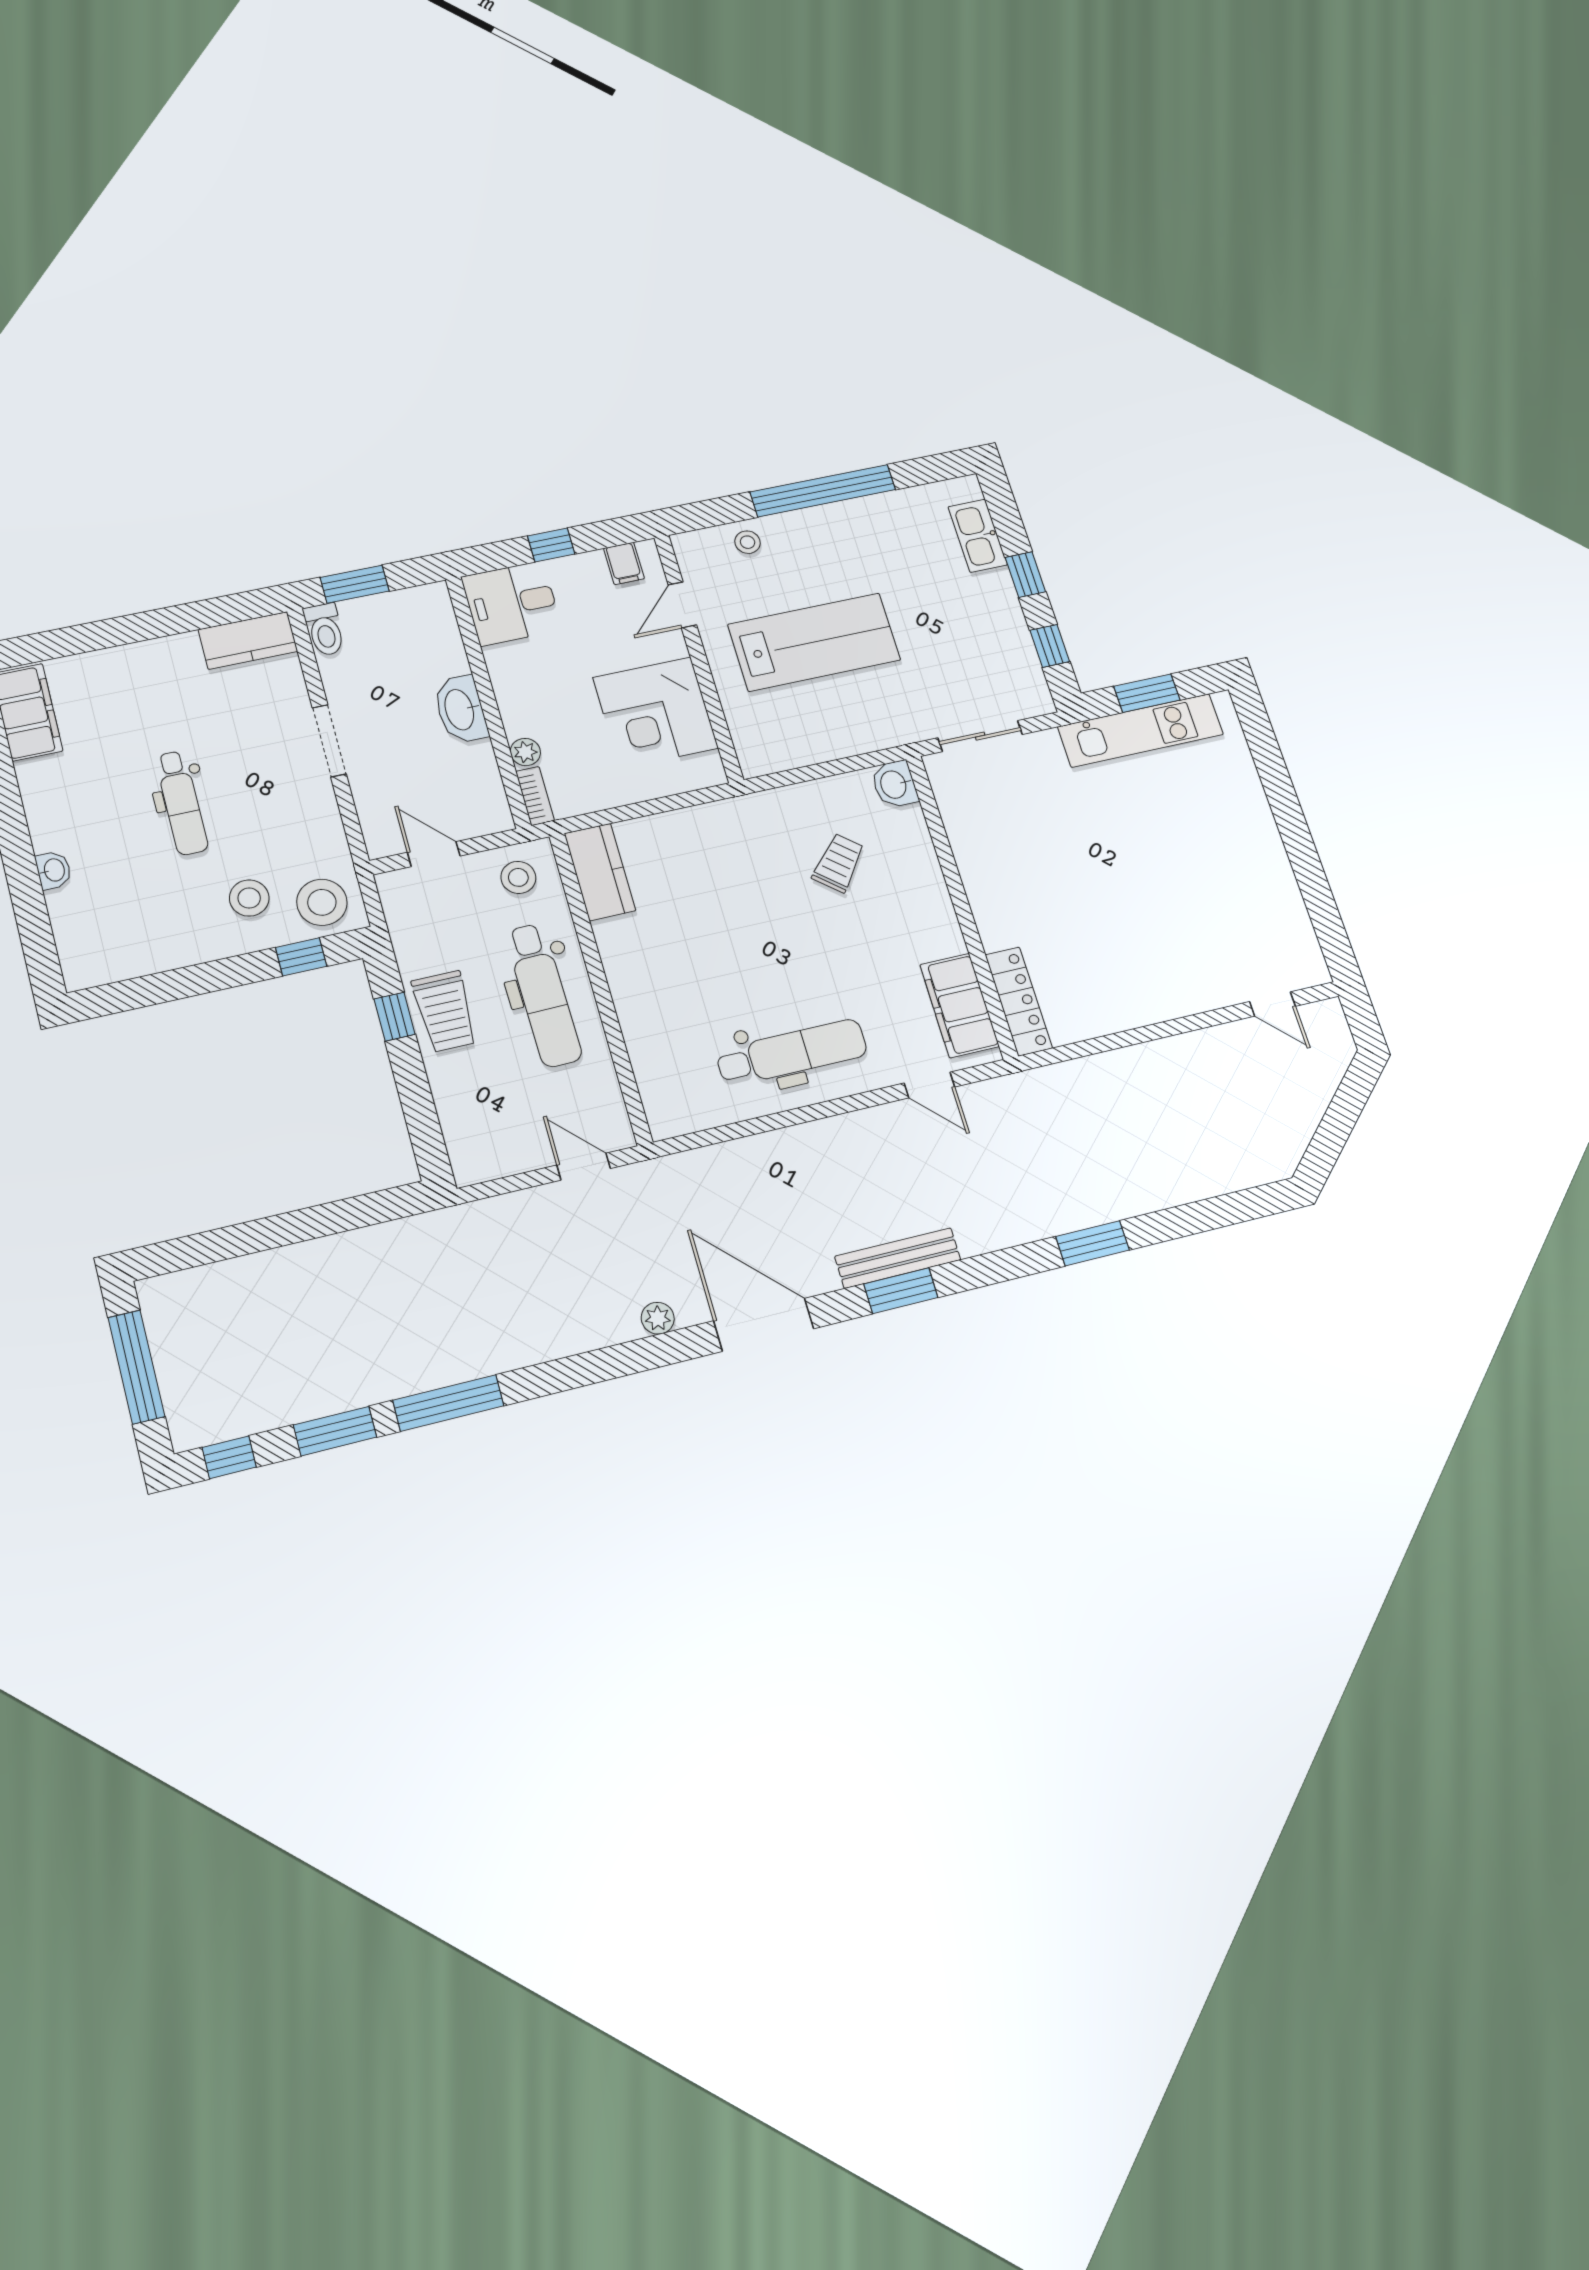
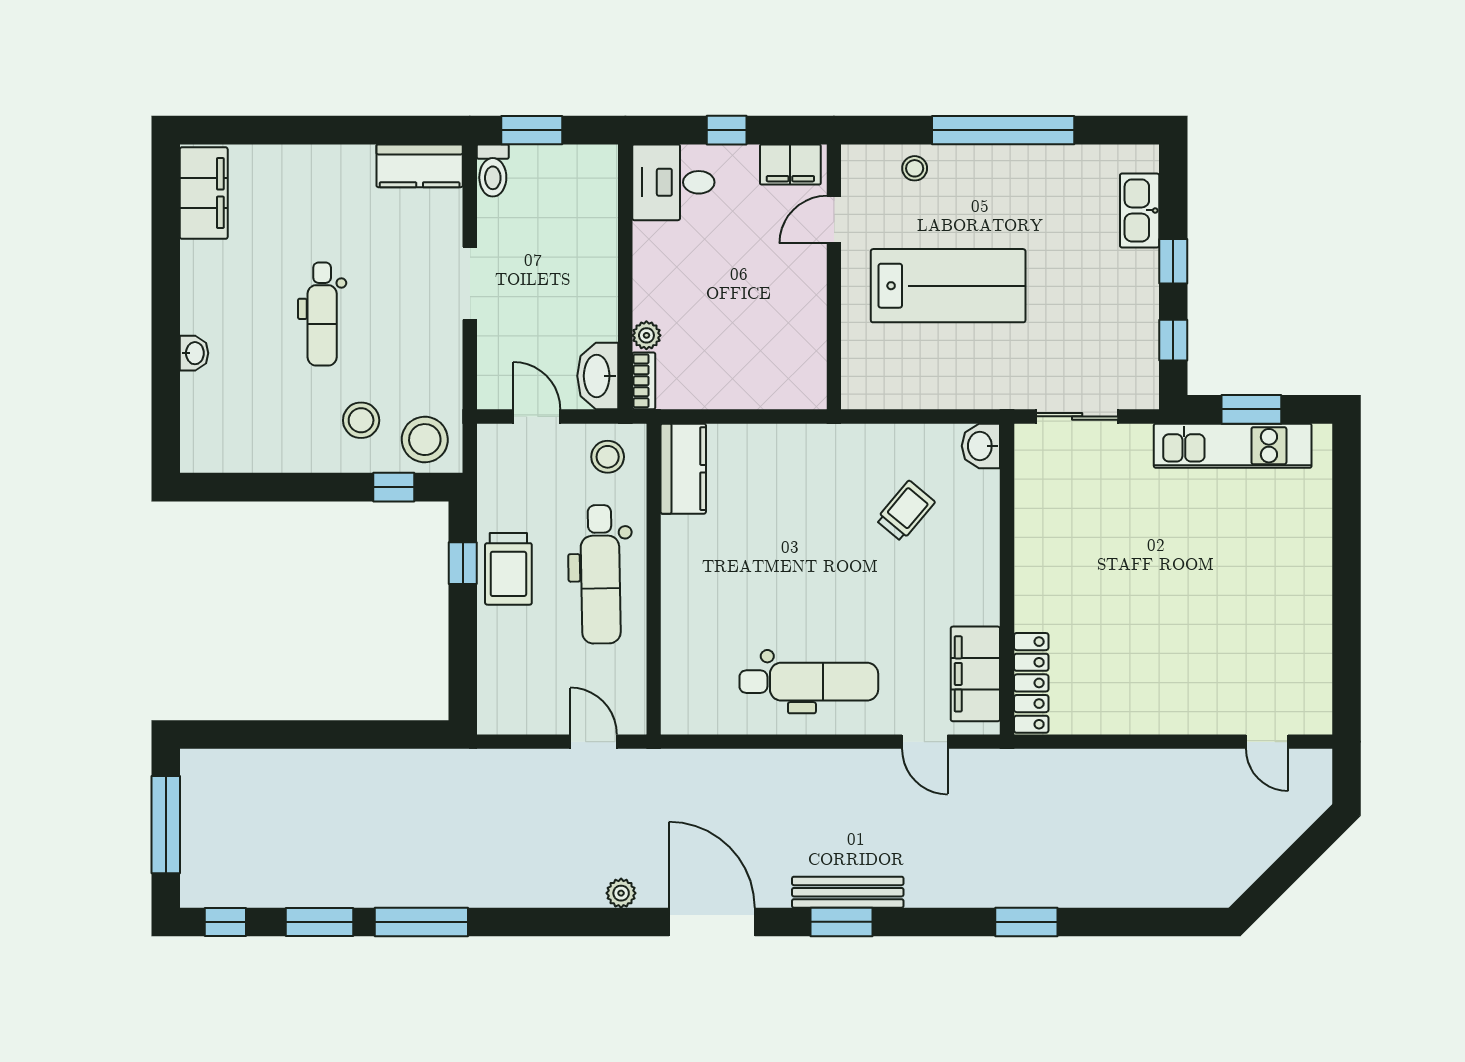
filing cabinet: (624, 563) -> (790, 165), width x2.00
washbasin: (461, 709) -> (598, 376), moved
corner desk: (655, 713) -> (778, 324), removed

